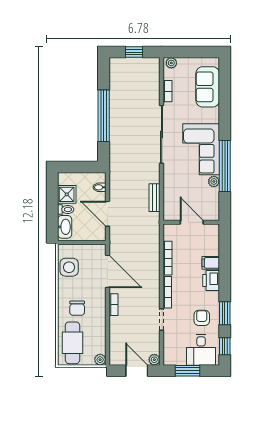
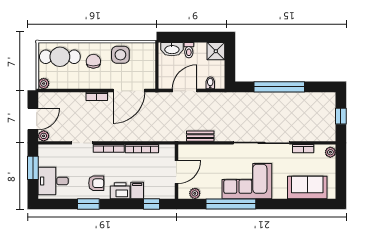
plant: (214, 181) -> (195, 193), moved
shower: (67, 194) -> (216, 51), moved
side table: (69, 267) -> (120, 55), moved
chair: (77, 308) -> (93, 61), turned 90
armchair: (202, 318) -> (96, 183), moved
window: (225, 346) -> (152, 204), moved

